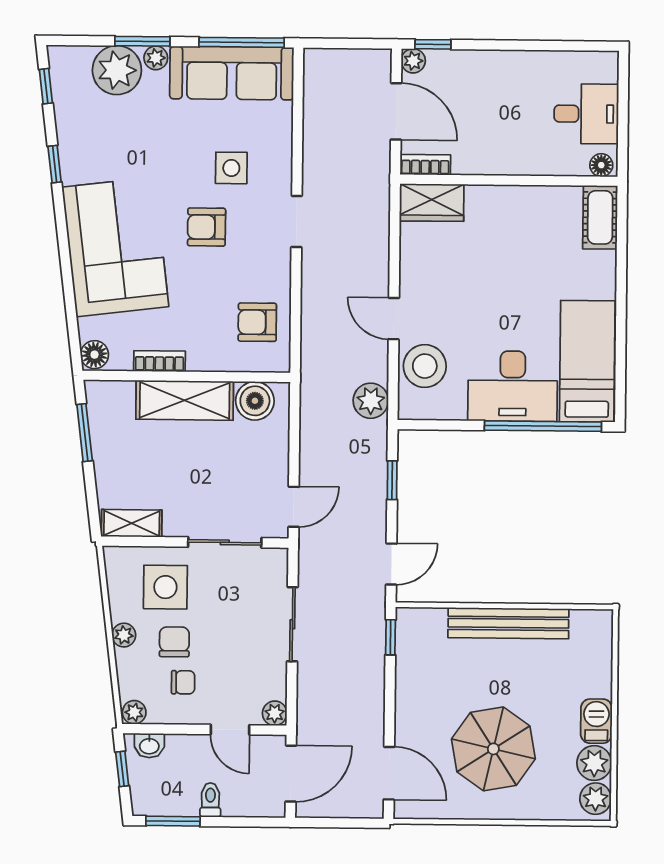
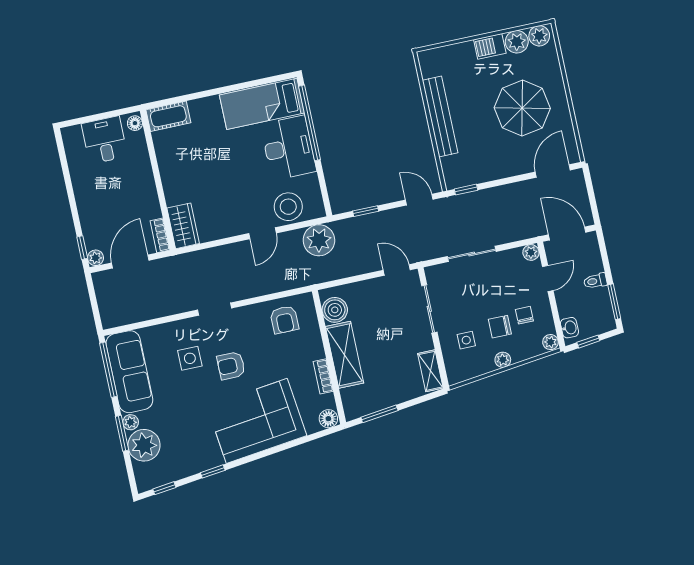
armchair: (207, 227) -> (231, 366), turned 90
plant: (371, 401) -> (319, 240), width x1.36, depth x1.36
side table: (165, 587) -> (466, 340), width x0.54, depth x0.54

